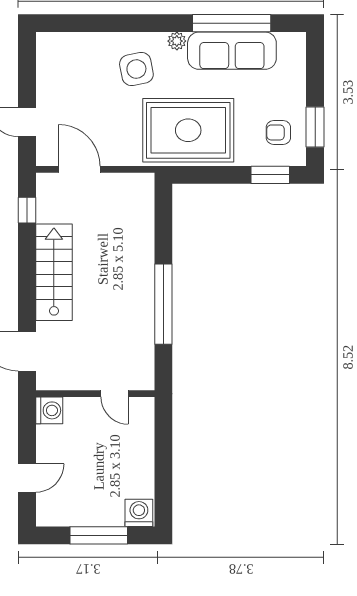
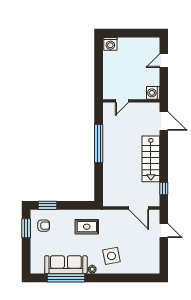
rug: (188, 130) -> (87, 227), width x0.54, depth x0.49
door: (114, 394) -> (122, 101), swing flipped
window: (99, 535) -> (130, 33), removed

